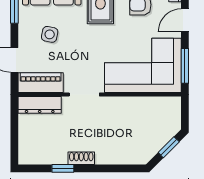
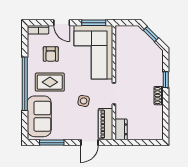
side table: (50, 34) -> (84, 101), moved
dresser: (40, 105) -> (121, 129), width x0.70
window: (63, 168) -> (166, 80), moved

